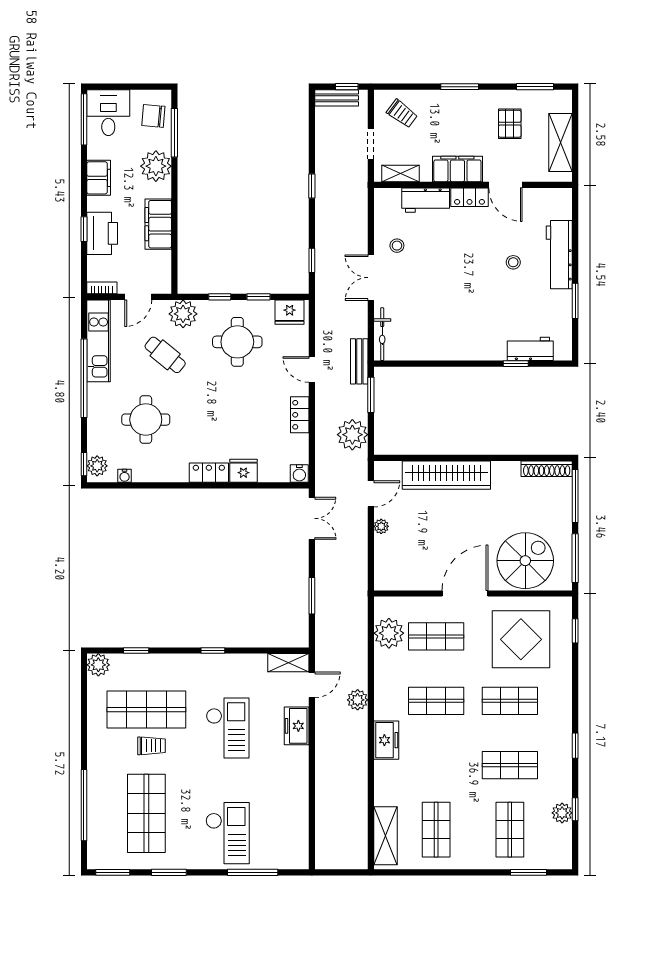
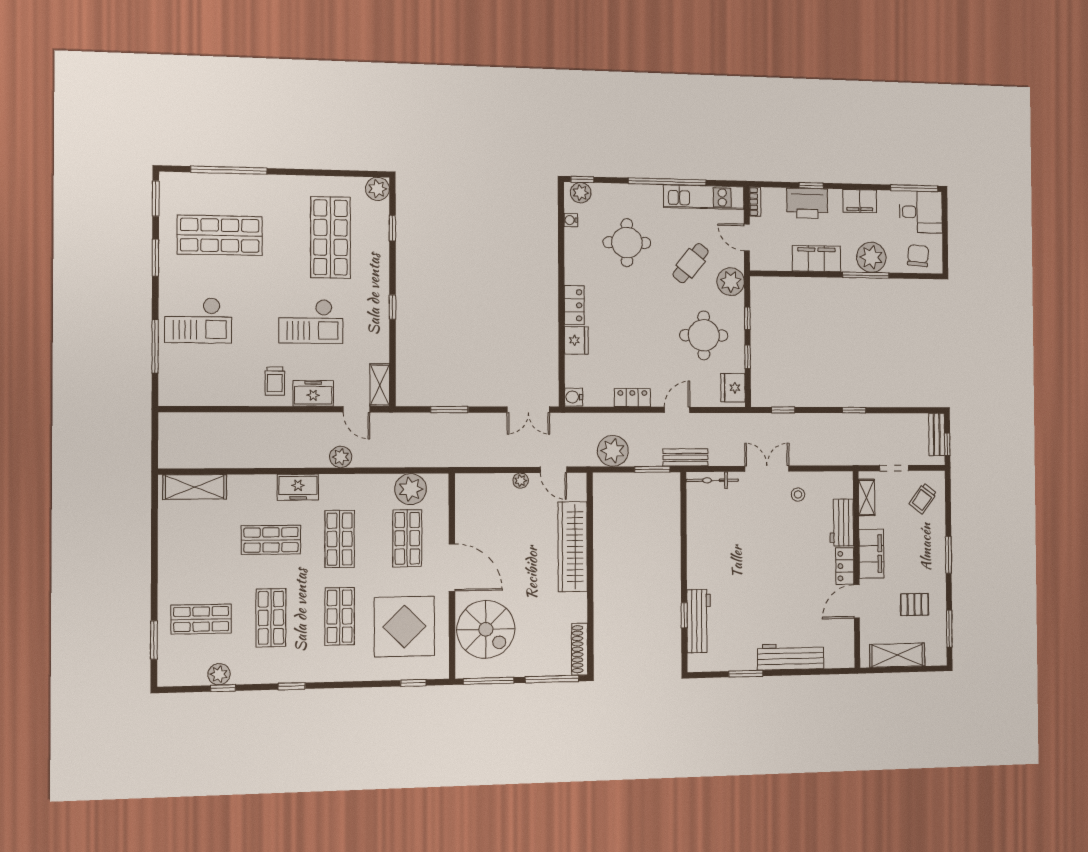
window: (174, 133) -> (866, 275), moved
stool: (513, 262) -> (783, 611), removed
workbench: (530, 349) -> (699, 621), width x1.38
trolley: (151, 746) -> (275, 381), moved
shop shelf: (436, 830) -> (271, 540), moved

